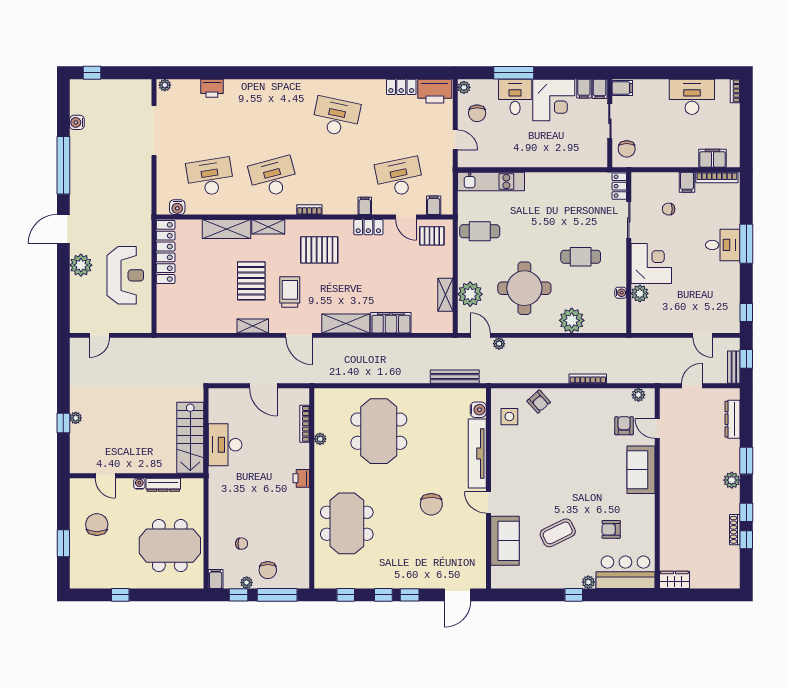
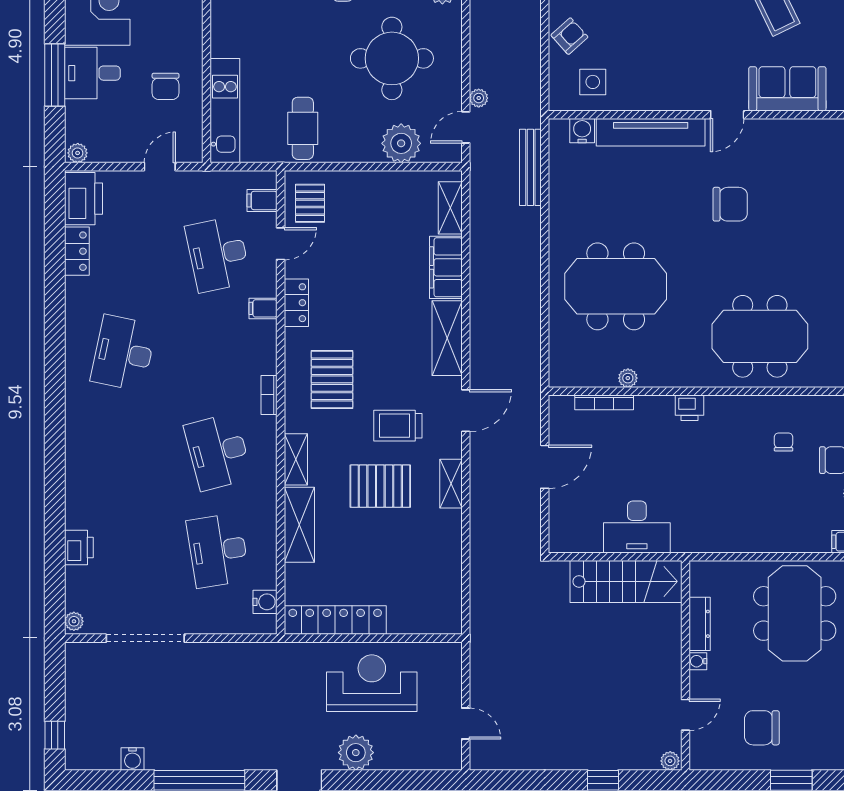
chair: (477, 113) -> (166, 86), moved, turned 90
shelving: (445, 295) -> (450, 208), moved, turned 90
plant: (76, 418) -> (670, 761), moved
chair: (242, 544) -> (784, 442), moved

